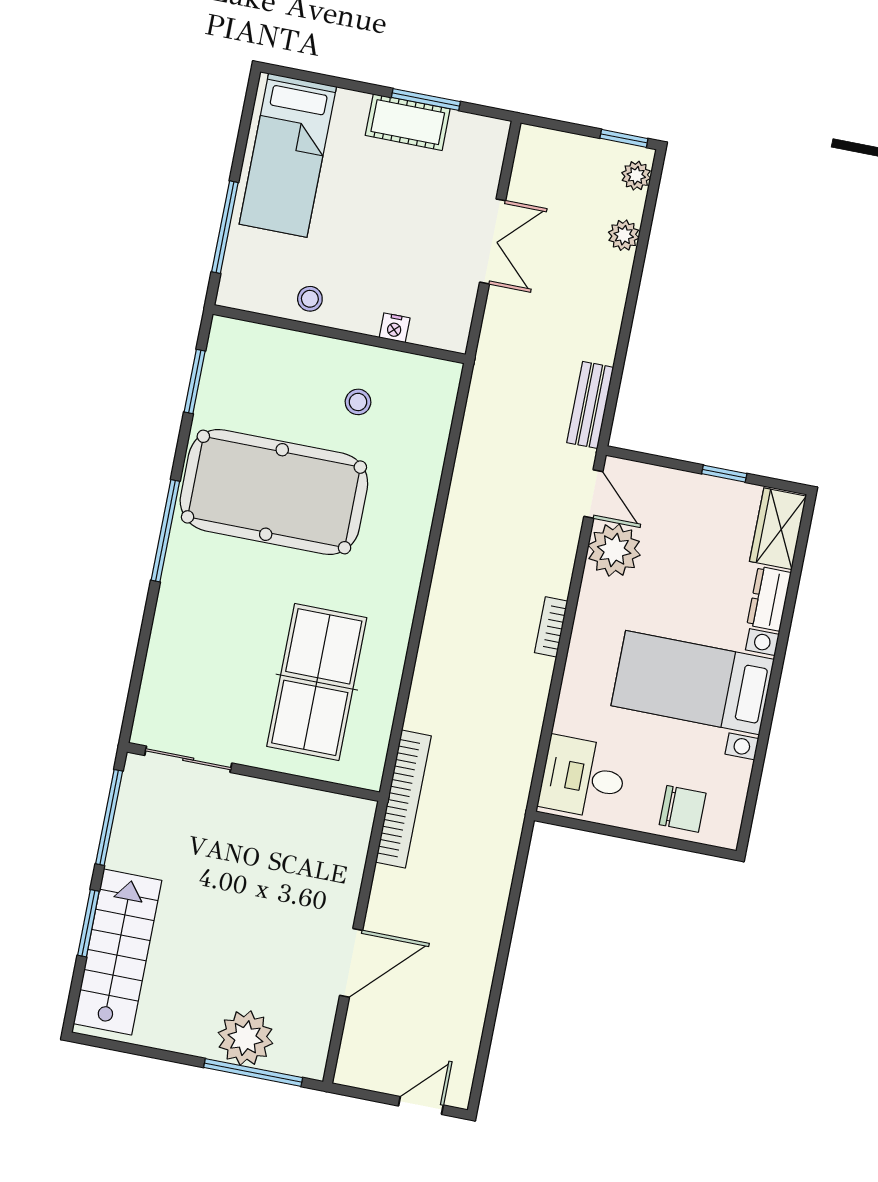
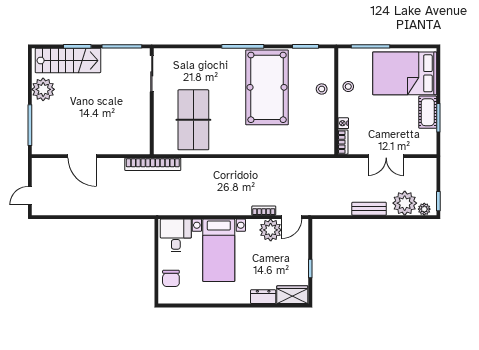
bed: (288, 155) -> (405, 73), width x1.50
plant: (624, 235) -> (405, 203), width x1.88, depth x1.88
bookcase: (439, 337) -> (343, 142), added
stool: (358, 402) -> (322, 89), moved
bench: (590, 405) -> (369, 209), moved
bookcase: (551, 627) -> (264, 211), moved
table tennis table: (317, 682) -> (193, 120), turned 90
bed with nightstands: (693, 683) -> (219, 250), moved, turned 180
plant: (245, 1038) -> (43, 89), moved
door: (421, 1105) -> (30, 196), swing flipped

